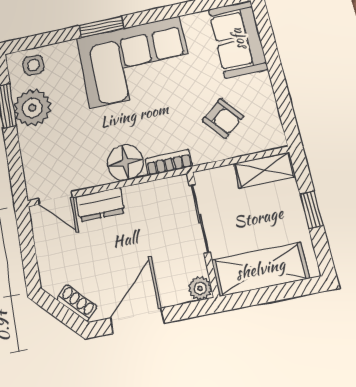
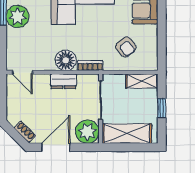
dresser: (100, 205) -> (64, 81), moved
plant: (200, 288) -> (87, 132), width x1.87, depth x1.87

